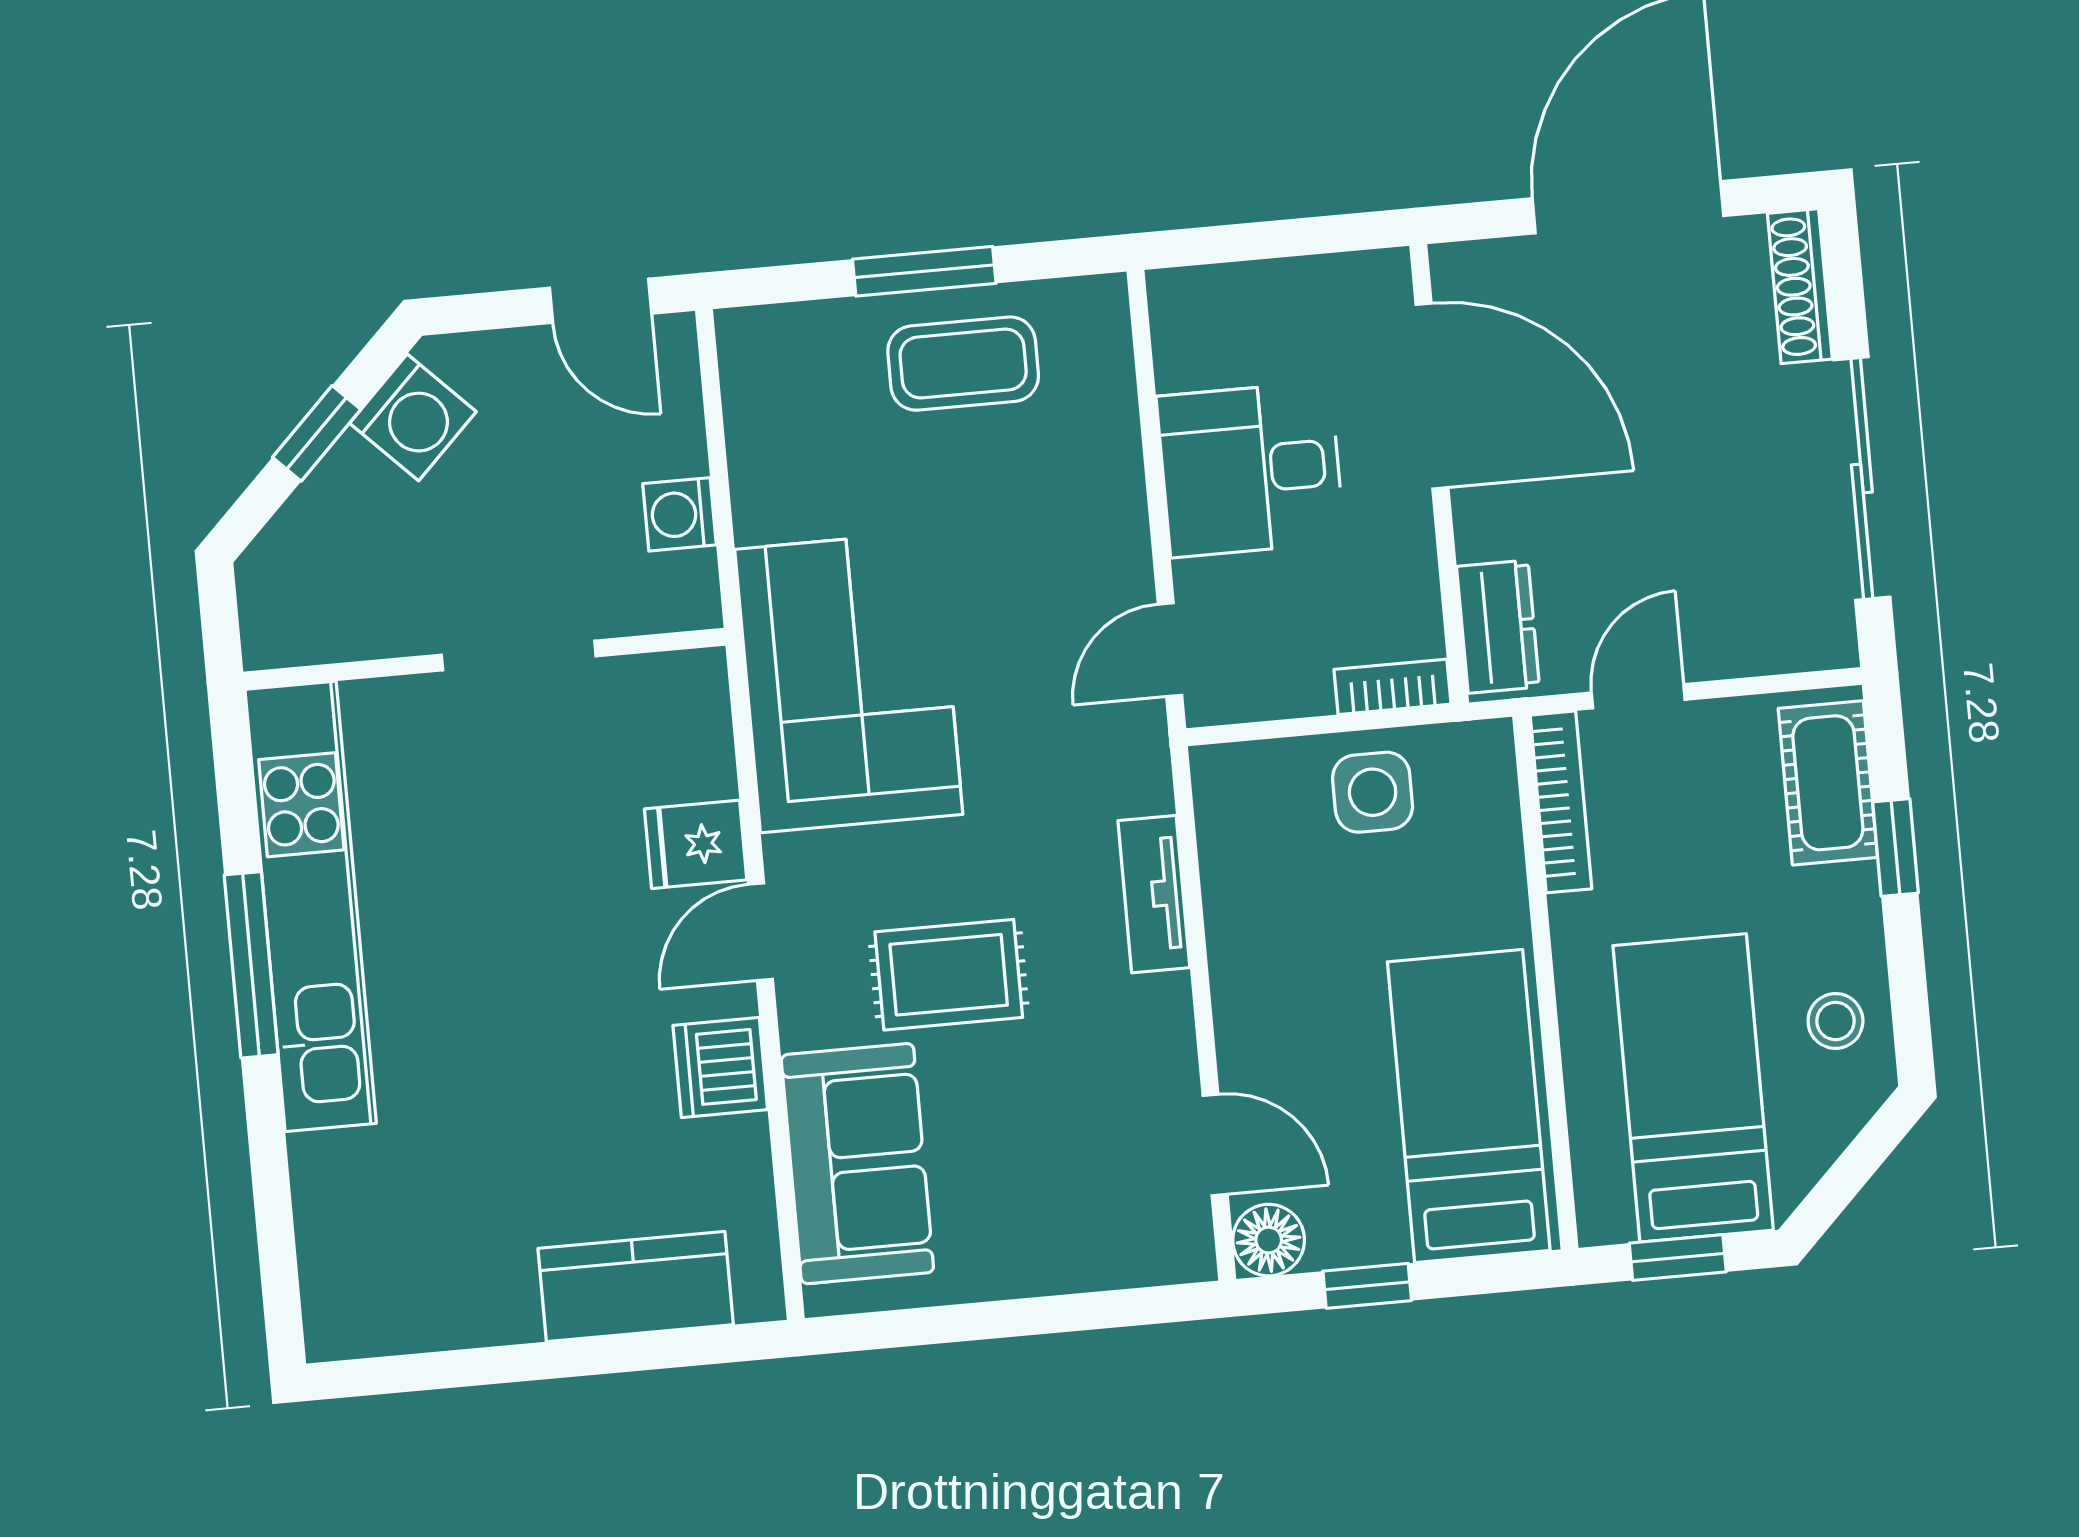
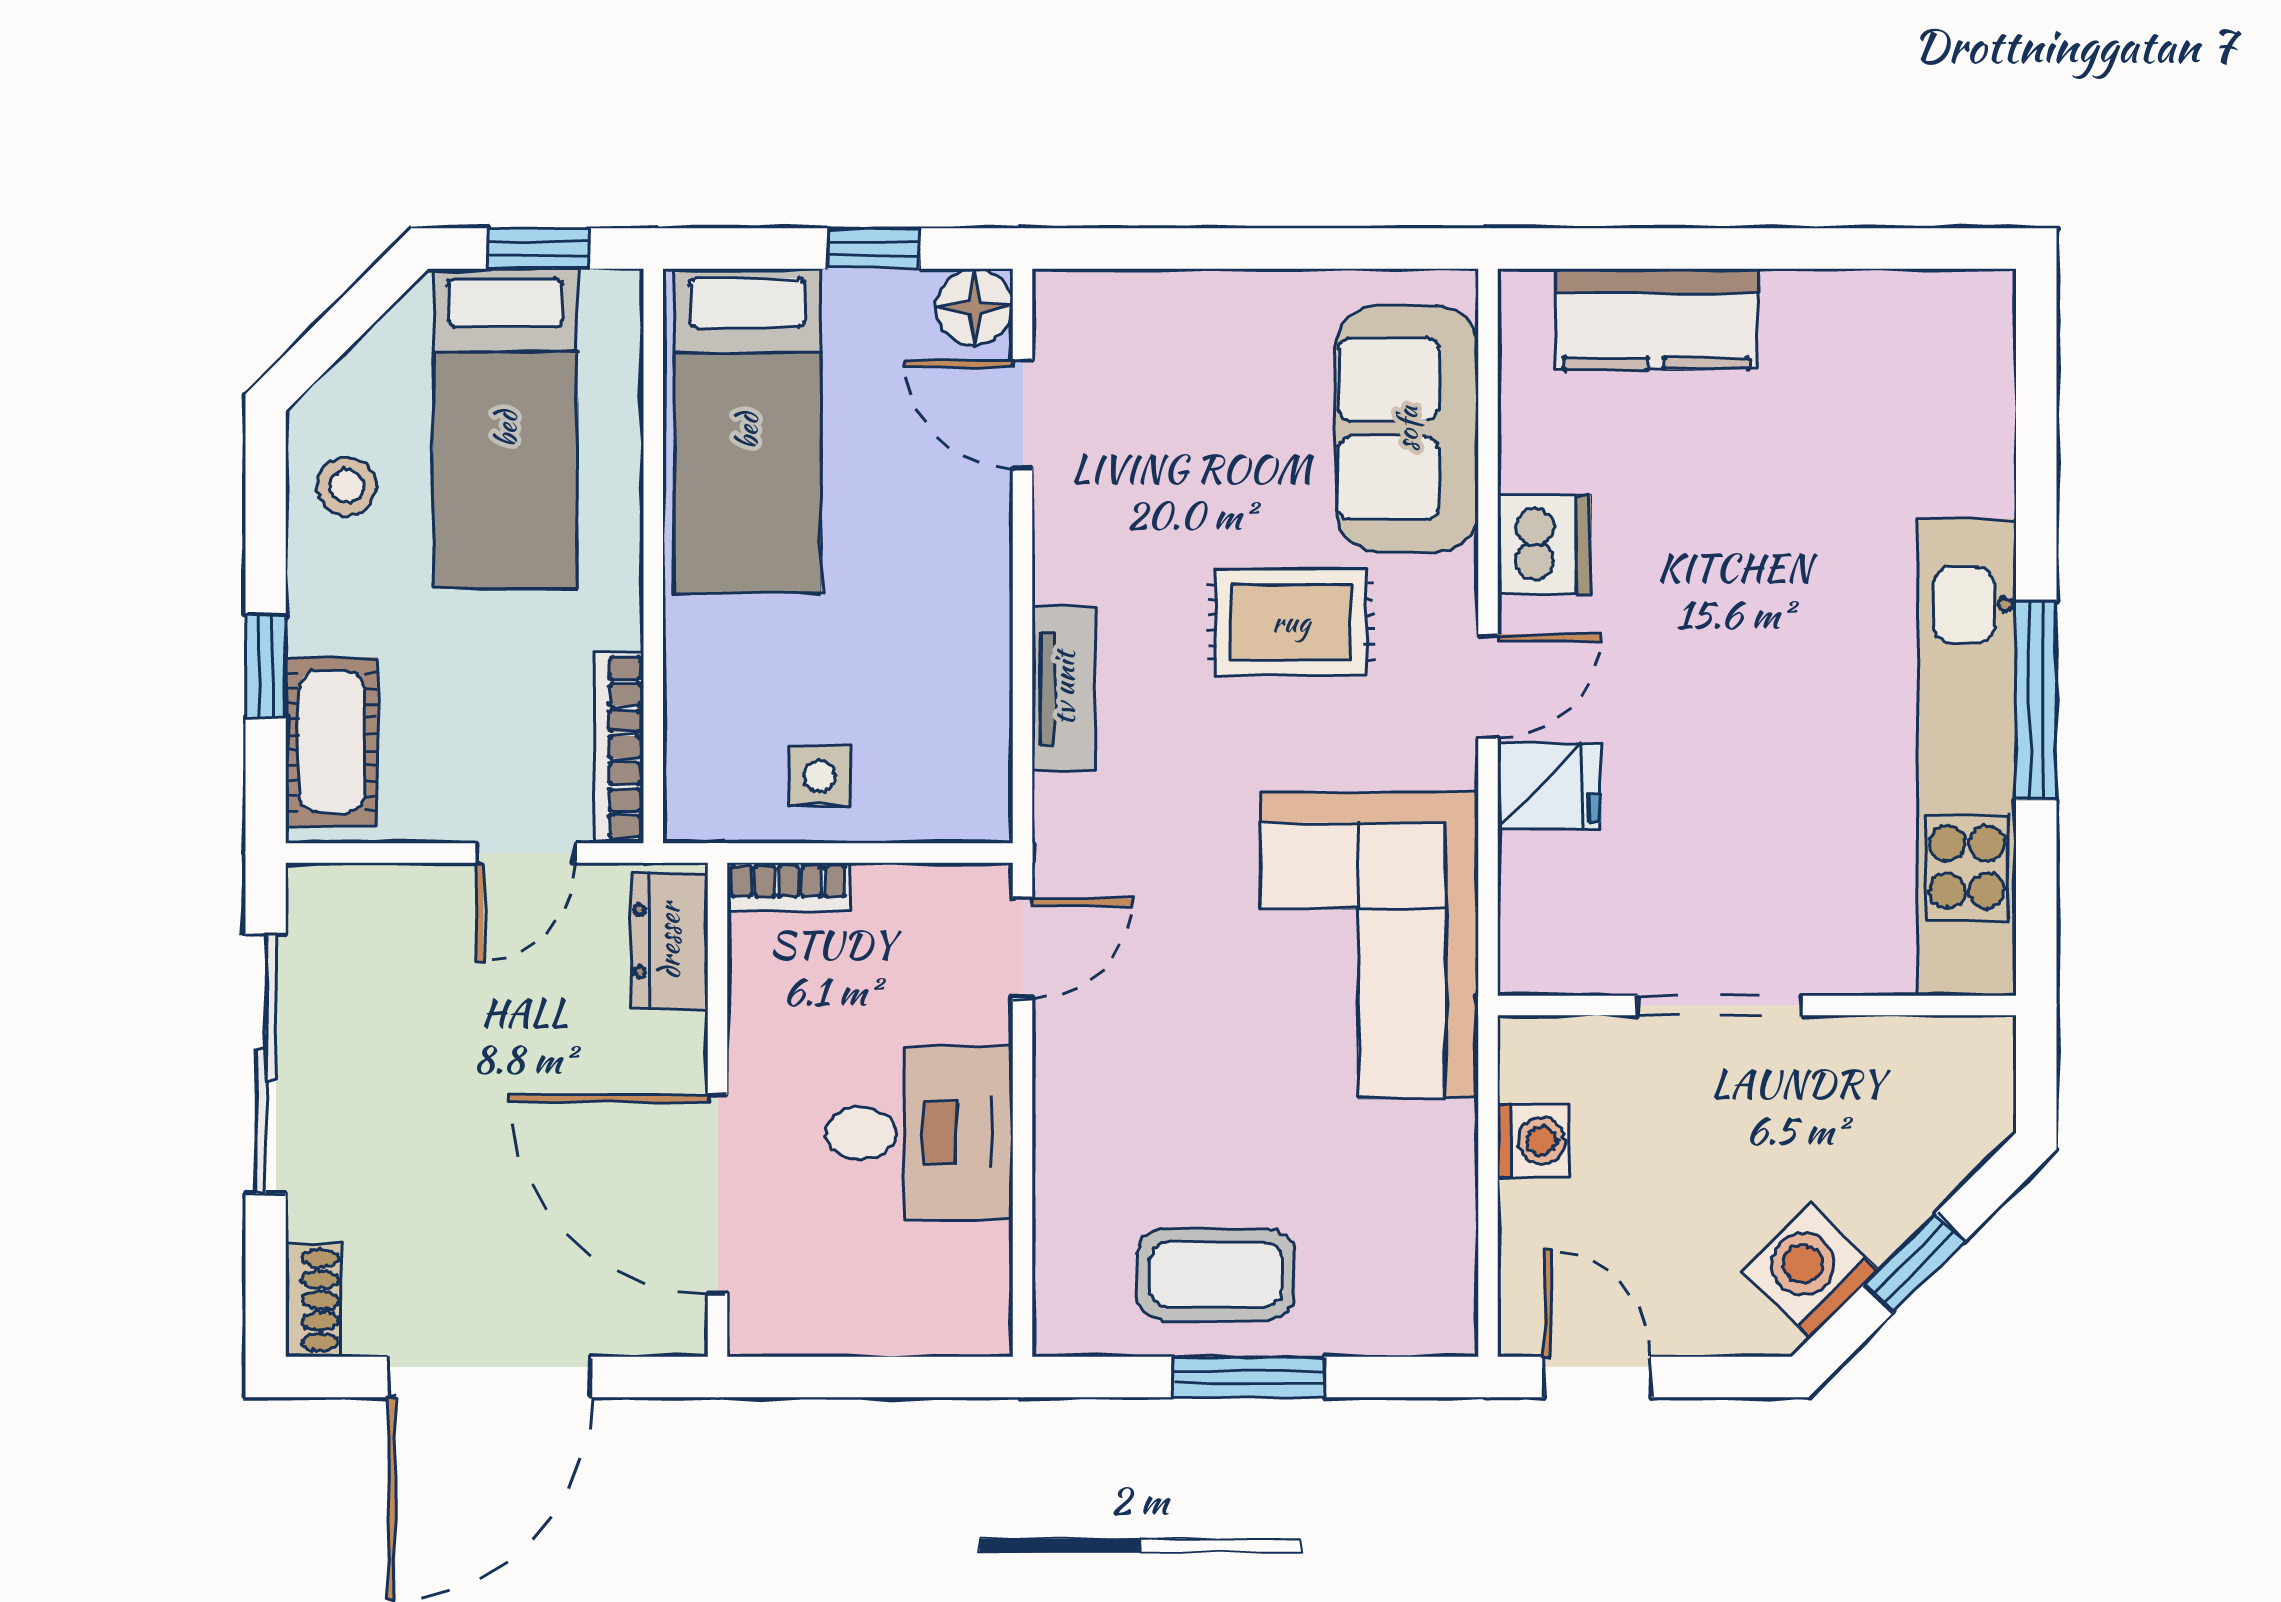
shoe rack: (1800, 286) -> (313, 1300), width x0.70
side table: (1373, 792) -> (820, 776), width x0.73, depth x0.73

